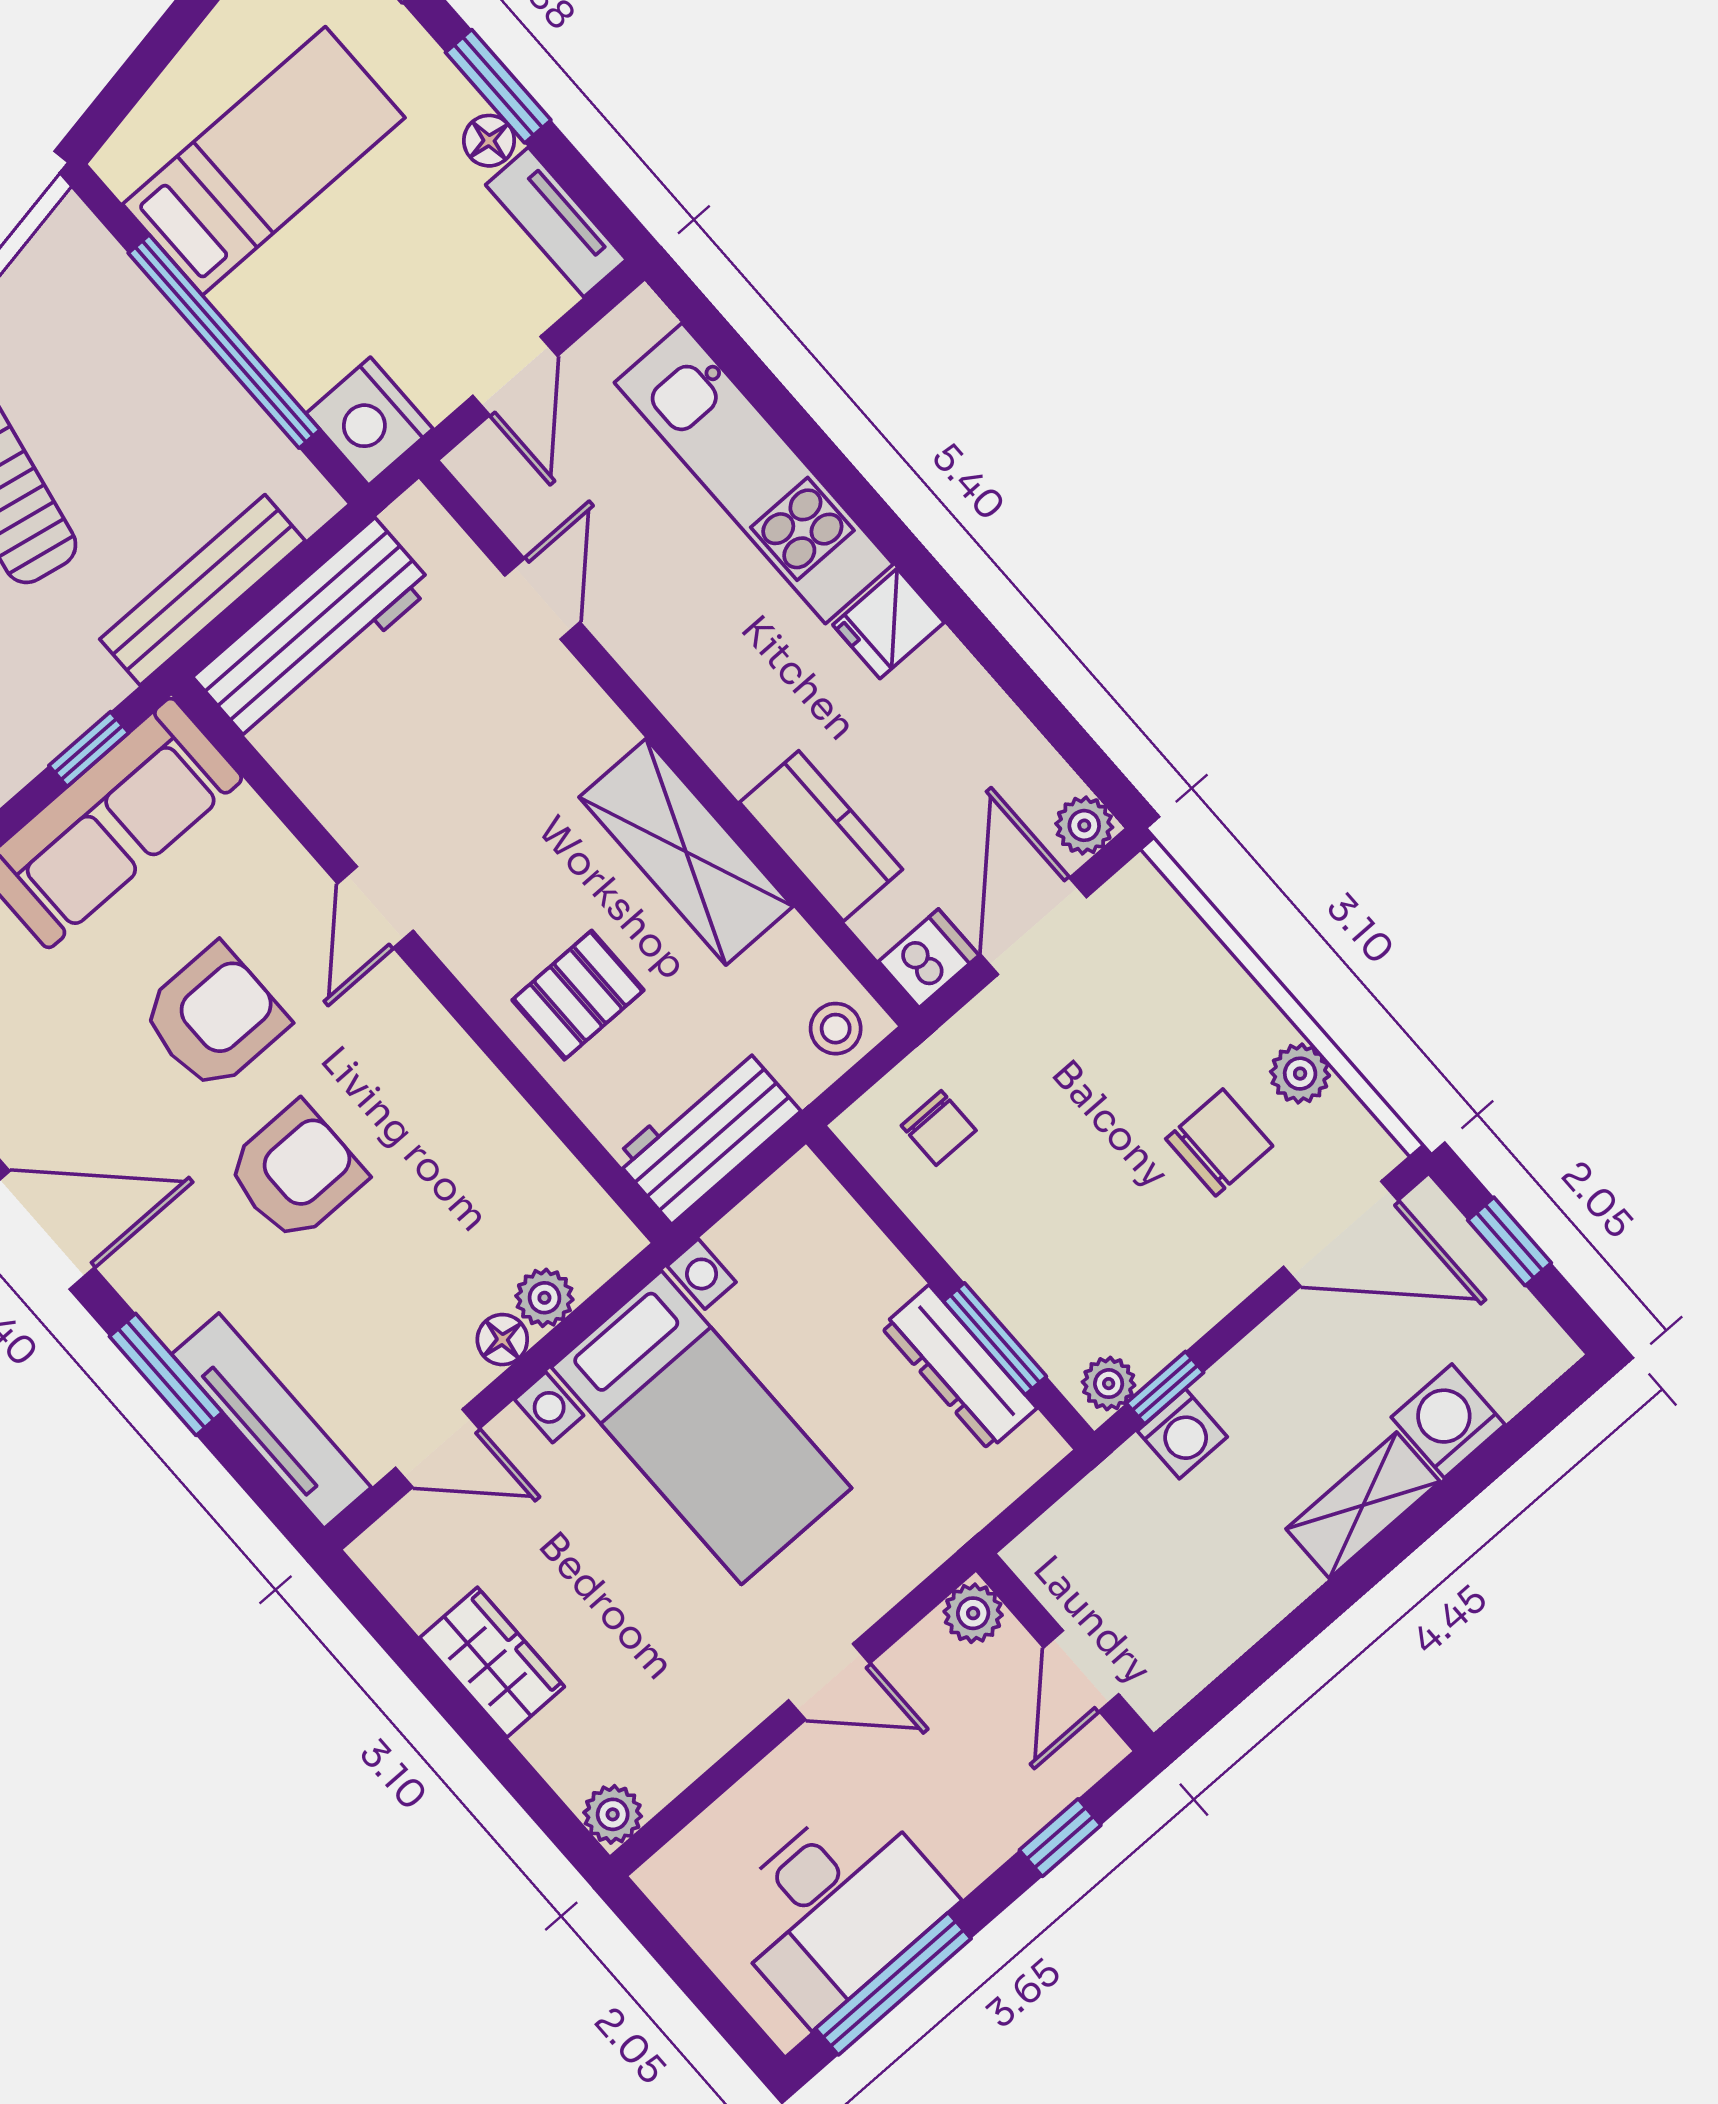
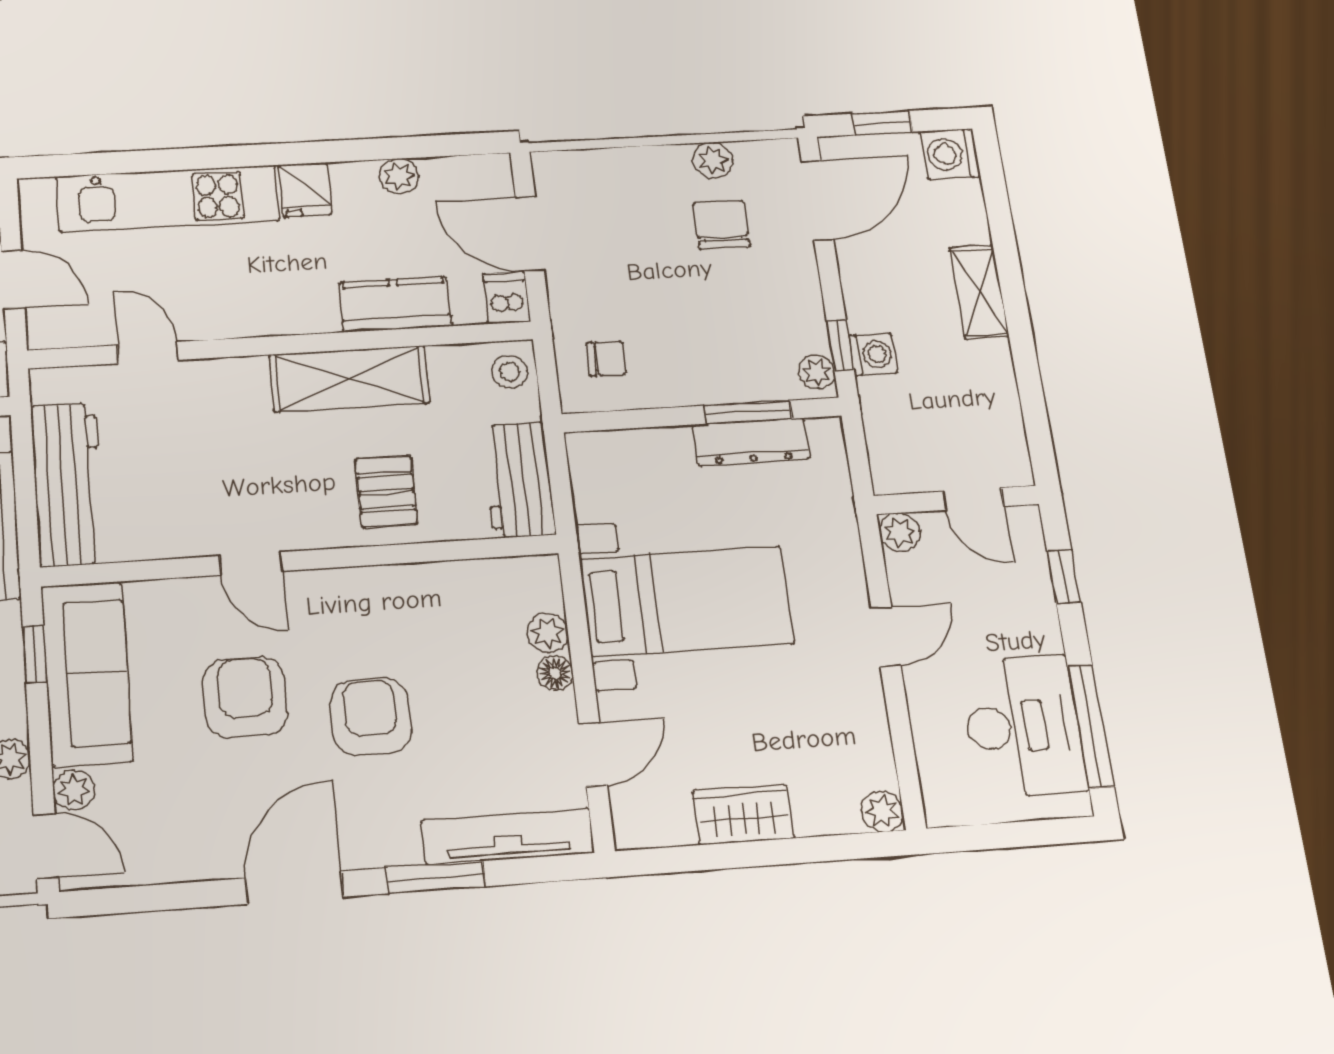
plant: (1084, 825) -> (399, 176), moved
washing machine: (1448, 1421) -> (950, 154), moved

